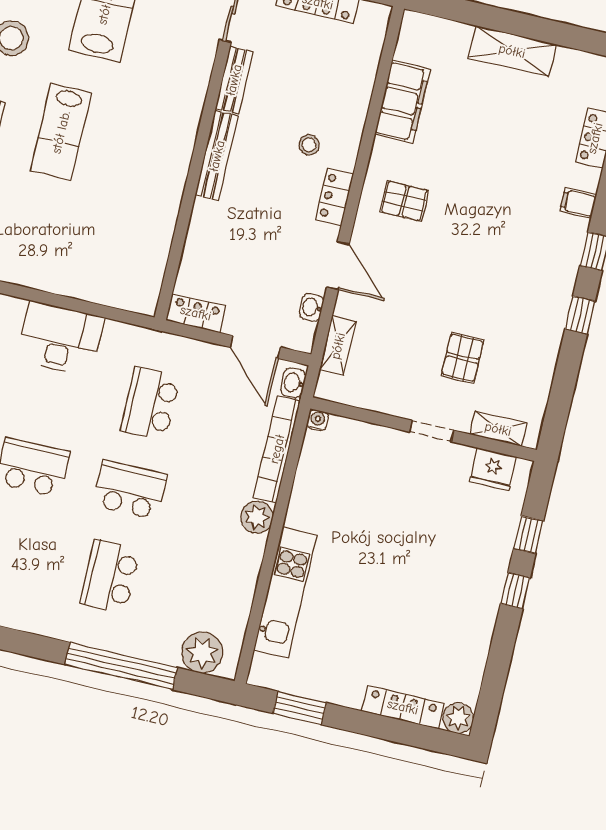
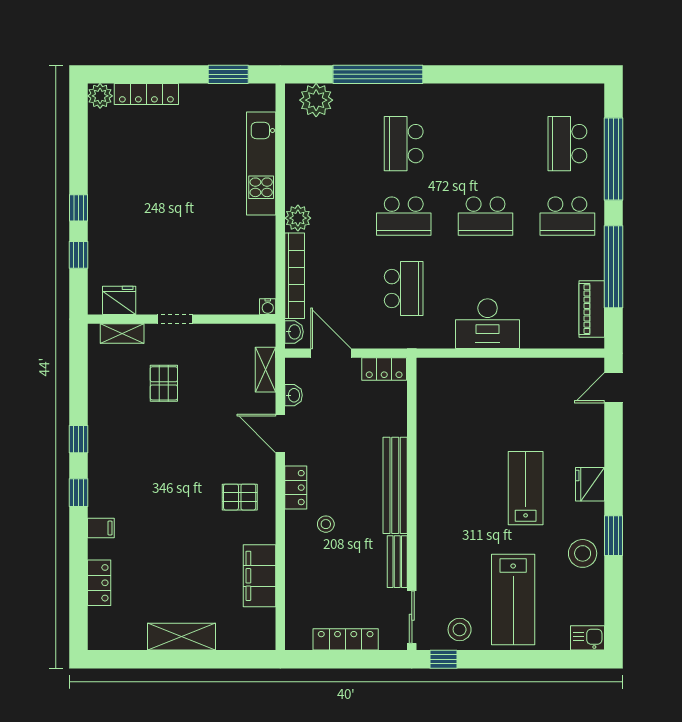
bench: (217, 156) -> (395, 485), width x1.37, depth x1.21
school desk: (110, 576) -> (404, 144), turned 180

